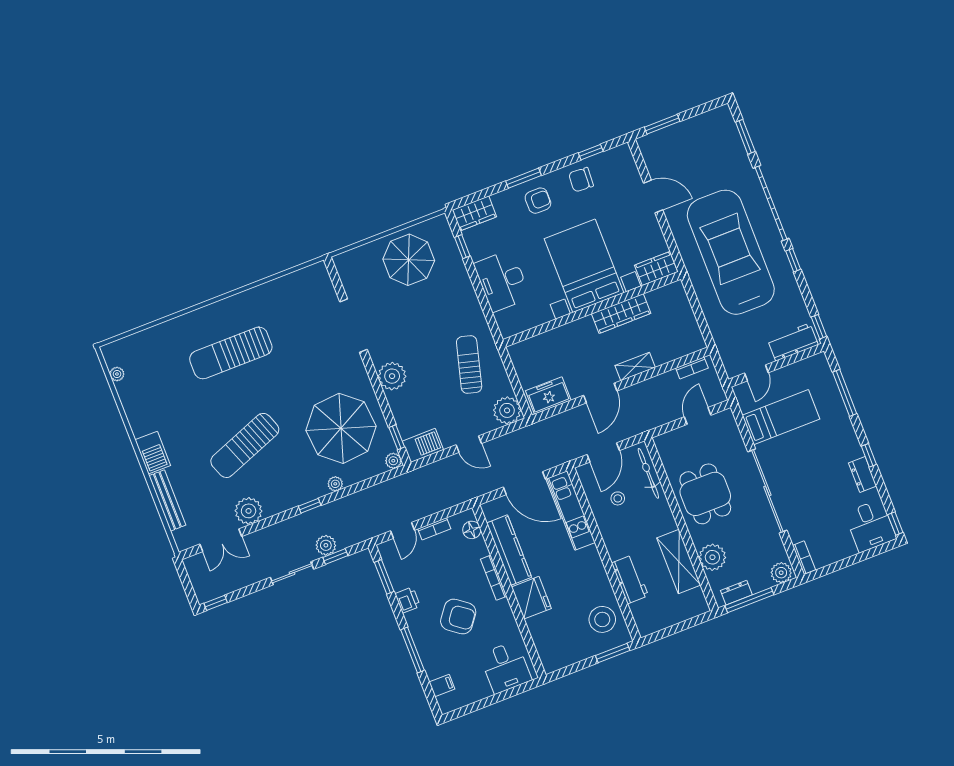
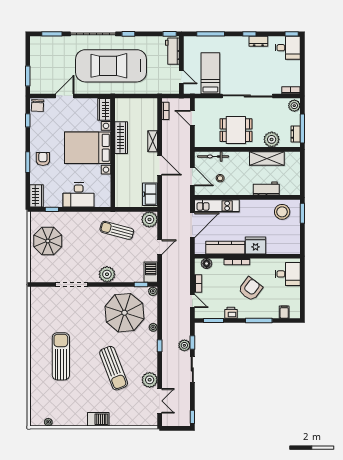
chair: (581, 180) -> (37, 105), moved
sun lounger: (231, 353) -> (61, 356), turned 180
bench: (167, 500) -> (127, 421), removed

